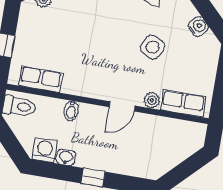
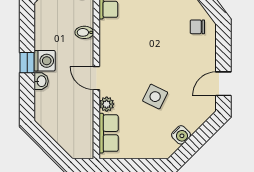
washing machine: (45, 150) -> (45, 61), moved
washbasin: (66, 157) -> (41, 81), moved

